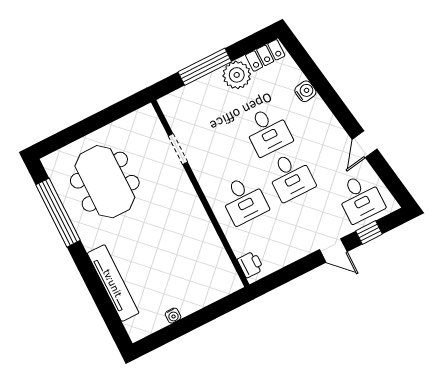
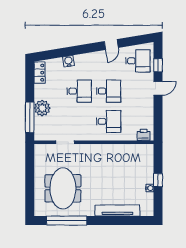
window: (205, 67) -> (30, 117), moved
plant: (237, 75) -> (42, 108), moved
door: (365, 144) -> (111, 45), hinge flipped
meeting table: (105, 182) -> (63, 188), turned 90
window: (192, 322) -> (158, 180), added

